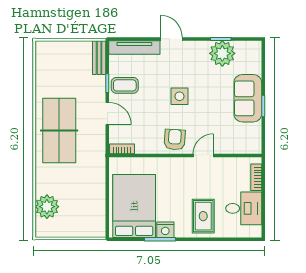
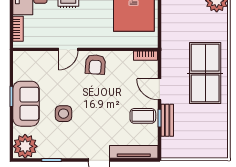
plant: (222, 53) -> (25, 146), moved
bench: (99, 58) -> (167, 120), moved
side table: (179, 96) -> (63, 114), moved

